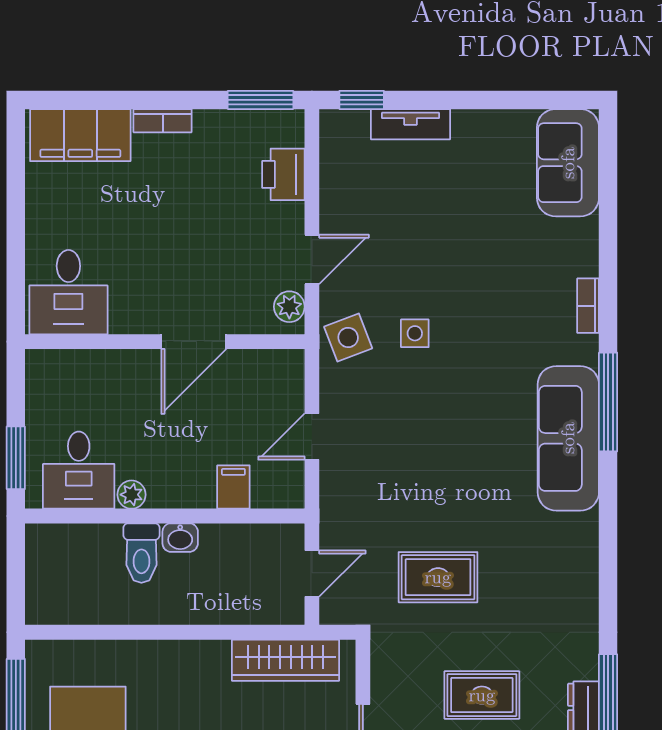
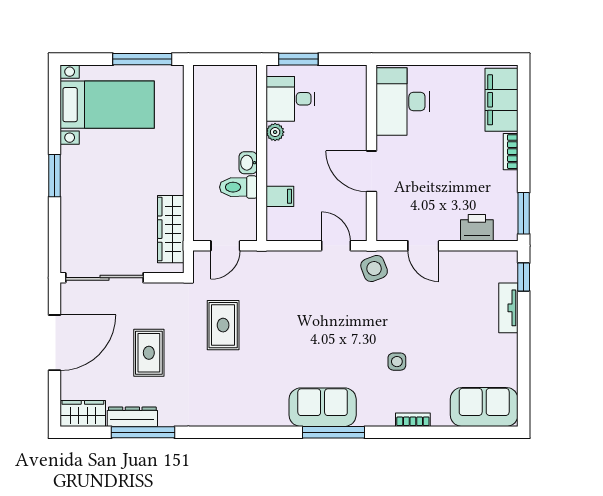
desk: (68, 292) -> (403, 101), width x1.37
bookcase: (588, 306) -> (413, 420), moved
plant: (289, 307) -> (393, 231), removed
side table: (415, 333) -> (397, 362), moved
door: (312, 437) -> (336, 246), moved
sofa: (568, 438) -> (323, 407), width x0.73
toilet: (141, 553) -> (238, 187), moved
door: (312, 574) -> (225, 246), hinge flipped

